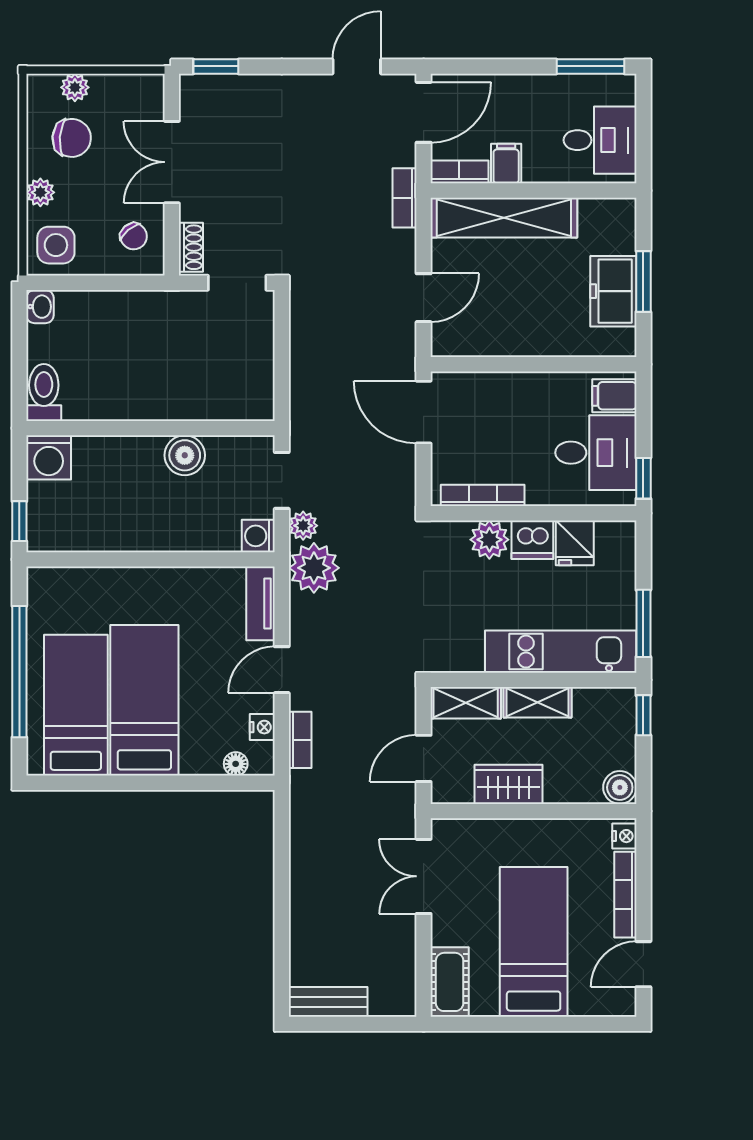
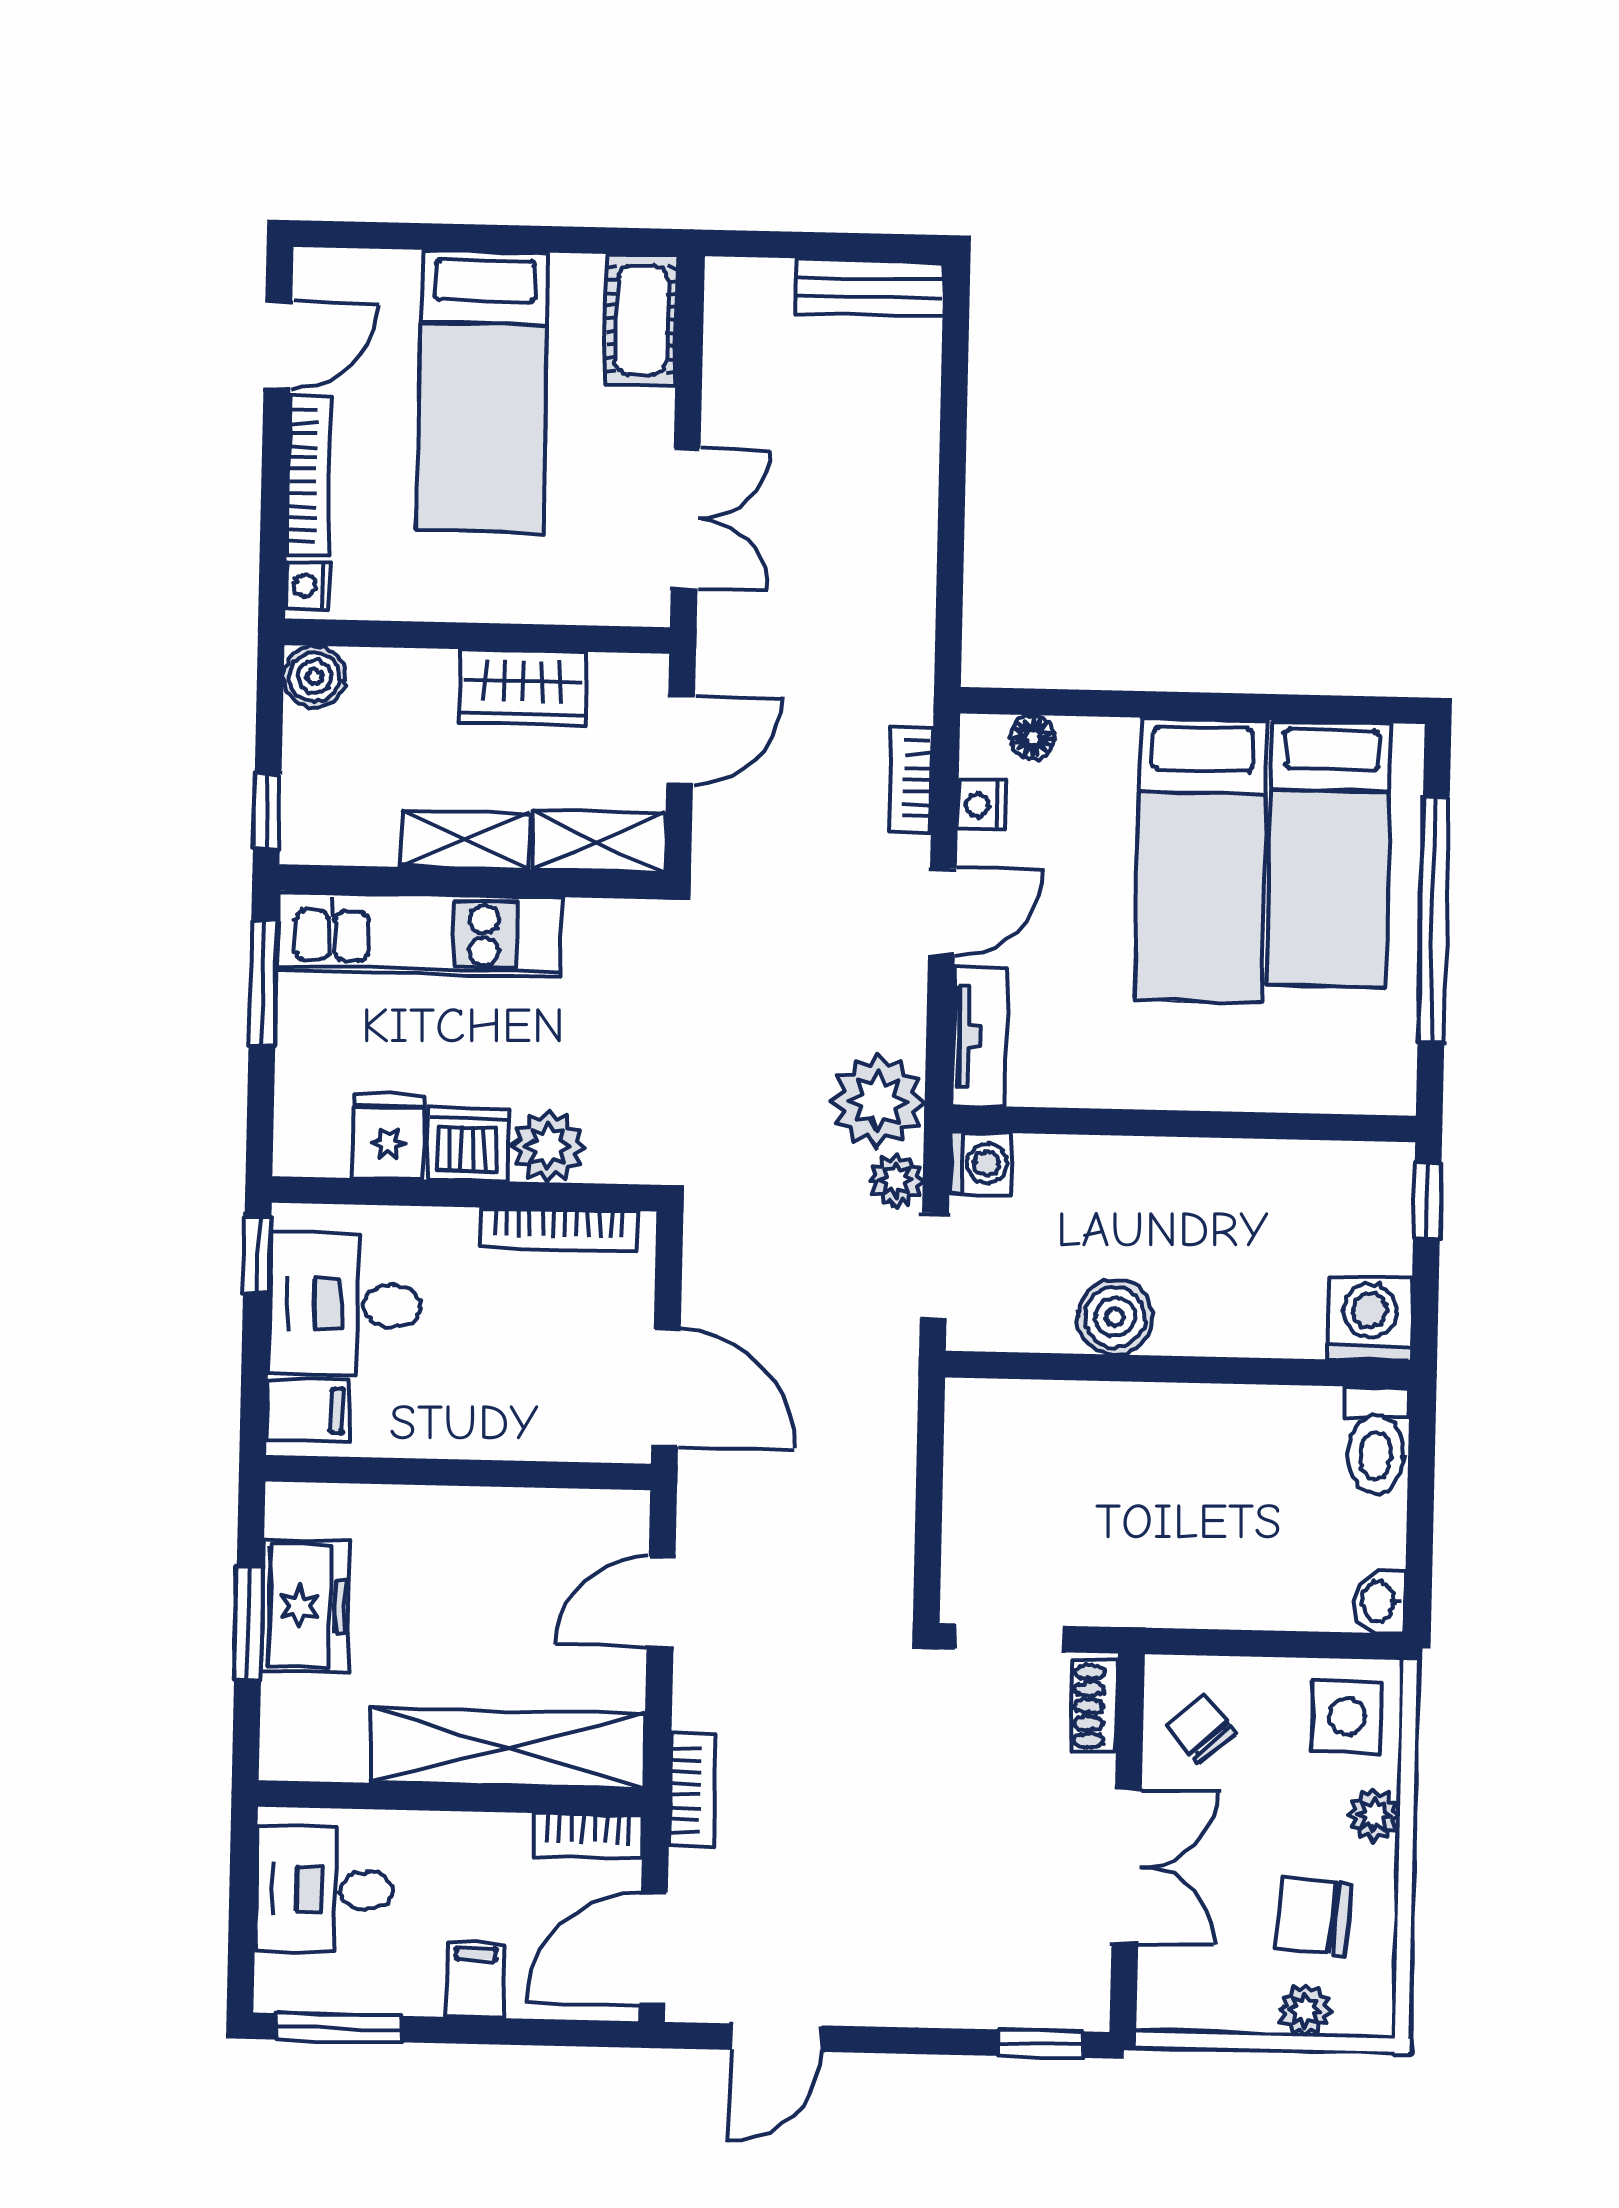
filing cabinet: (506, 164) -> (475, 1980), moved, turned 180

